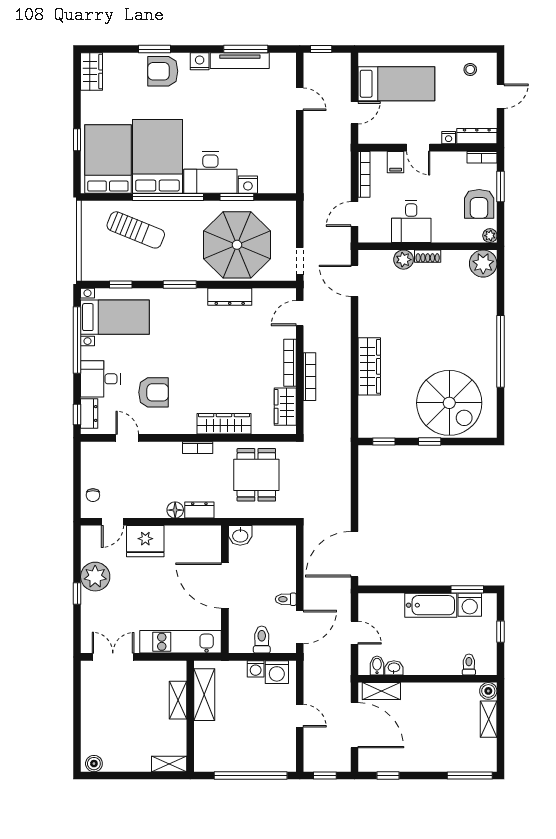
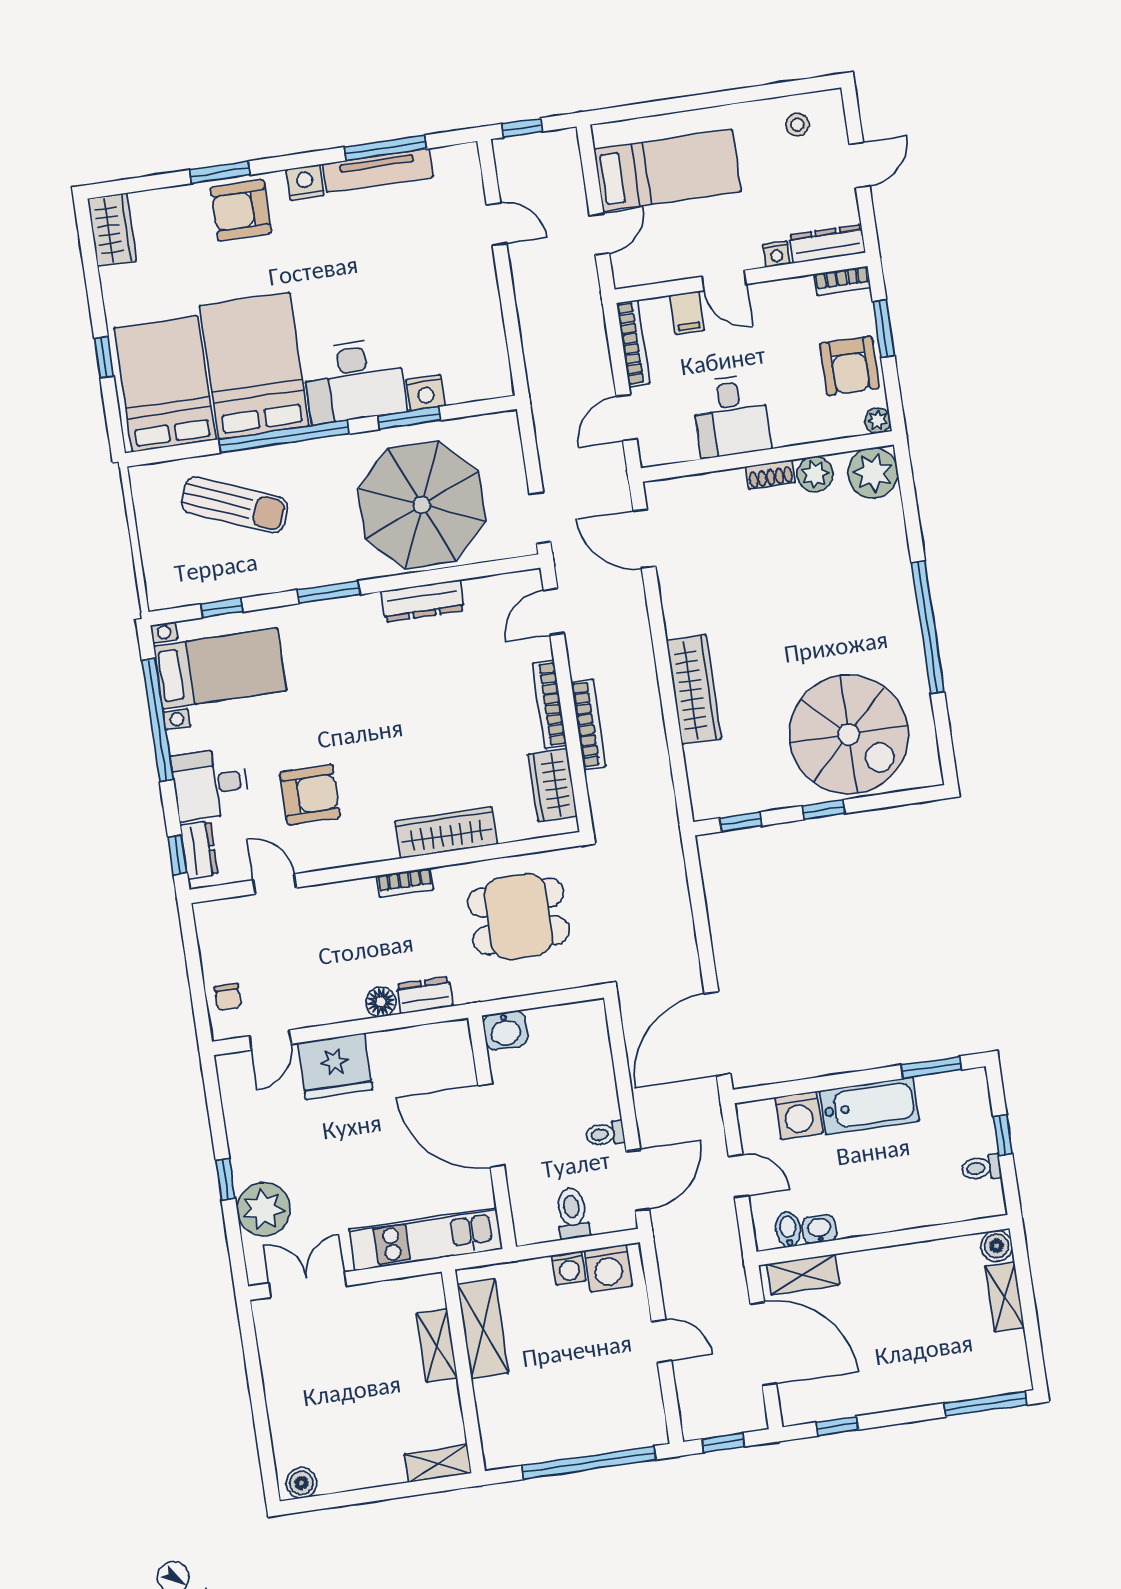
plant: (404, 260) -> (815, 474), moved
dining table: (256, 475) -> (518, 916), turned 90
plant: (95, 577) -> (263, 1209), moved
washing machine: (470, 605) -> (799, 1115), moved
toilet: (469, 665) -> (981, 1168), moved, turned -90

